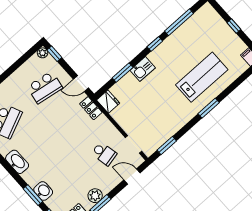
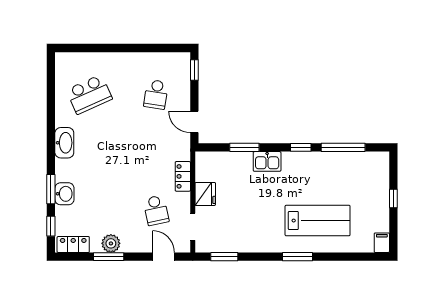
plant: (43, 53) -> (184, 59), removed
school desk: (45, 87) -> (156, 94), width x0.54
fridge: (108, 102) -> (205, 194), moved
locker: (91, 108) -> (183, 176), moved

